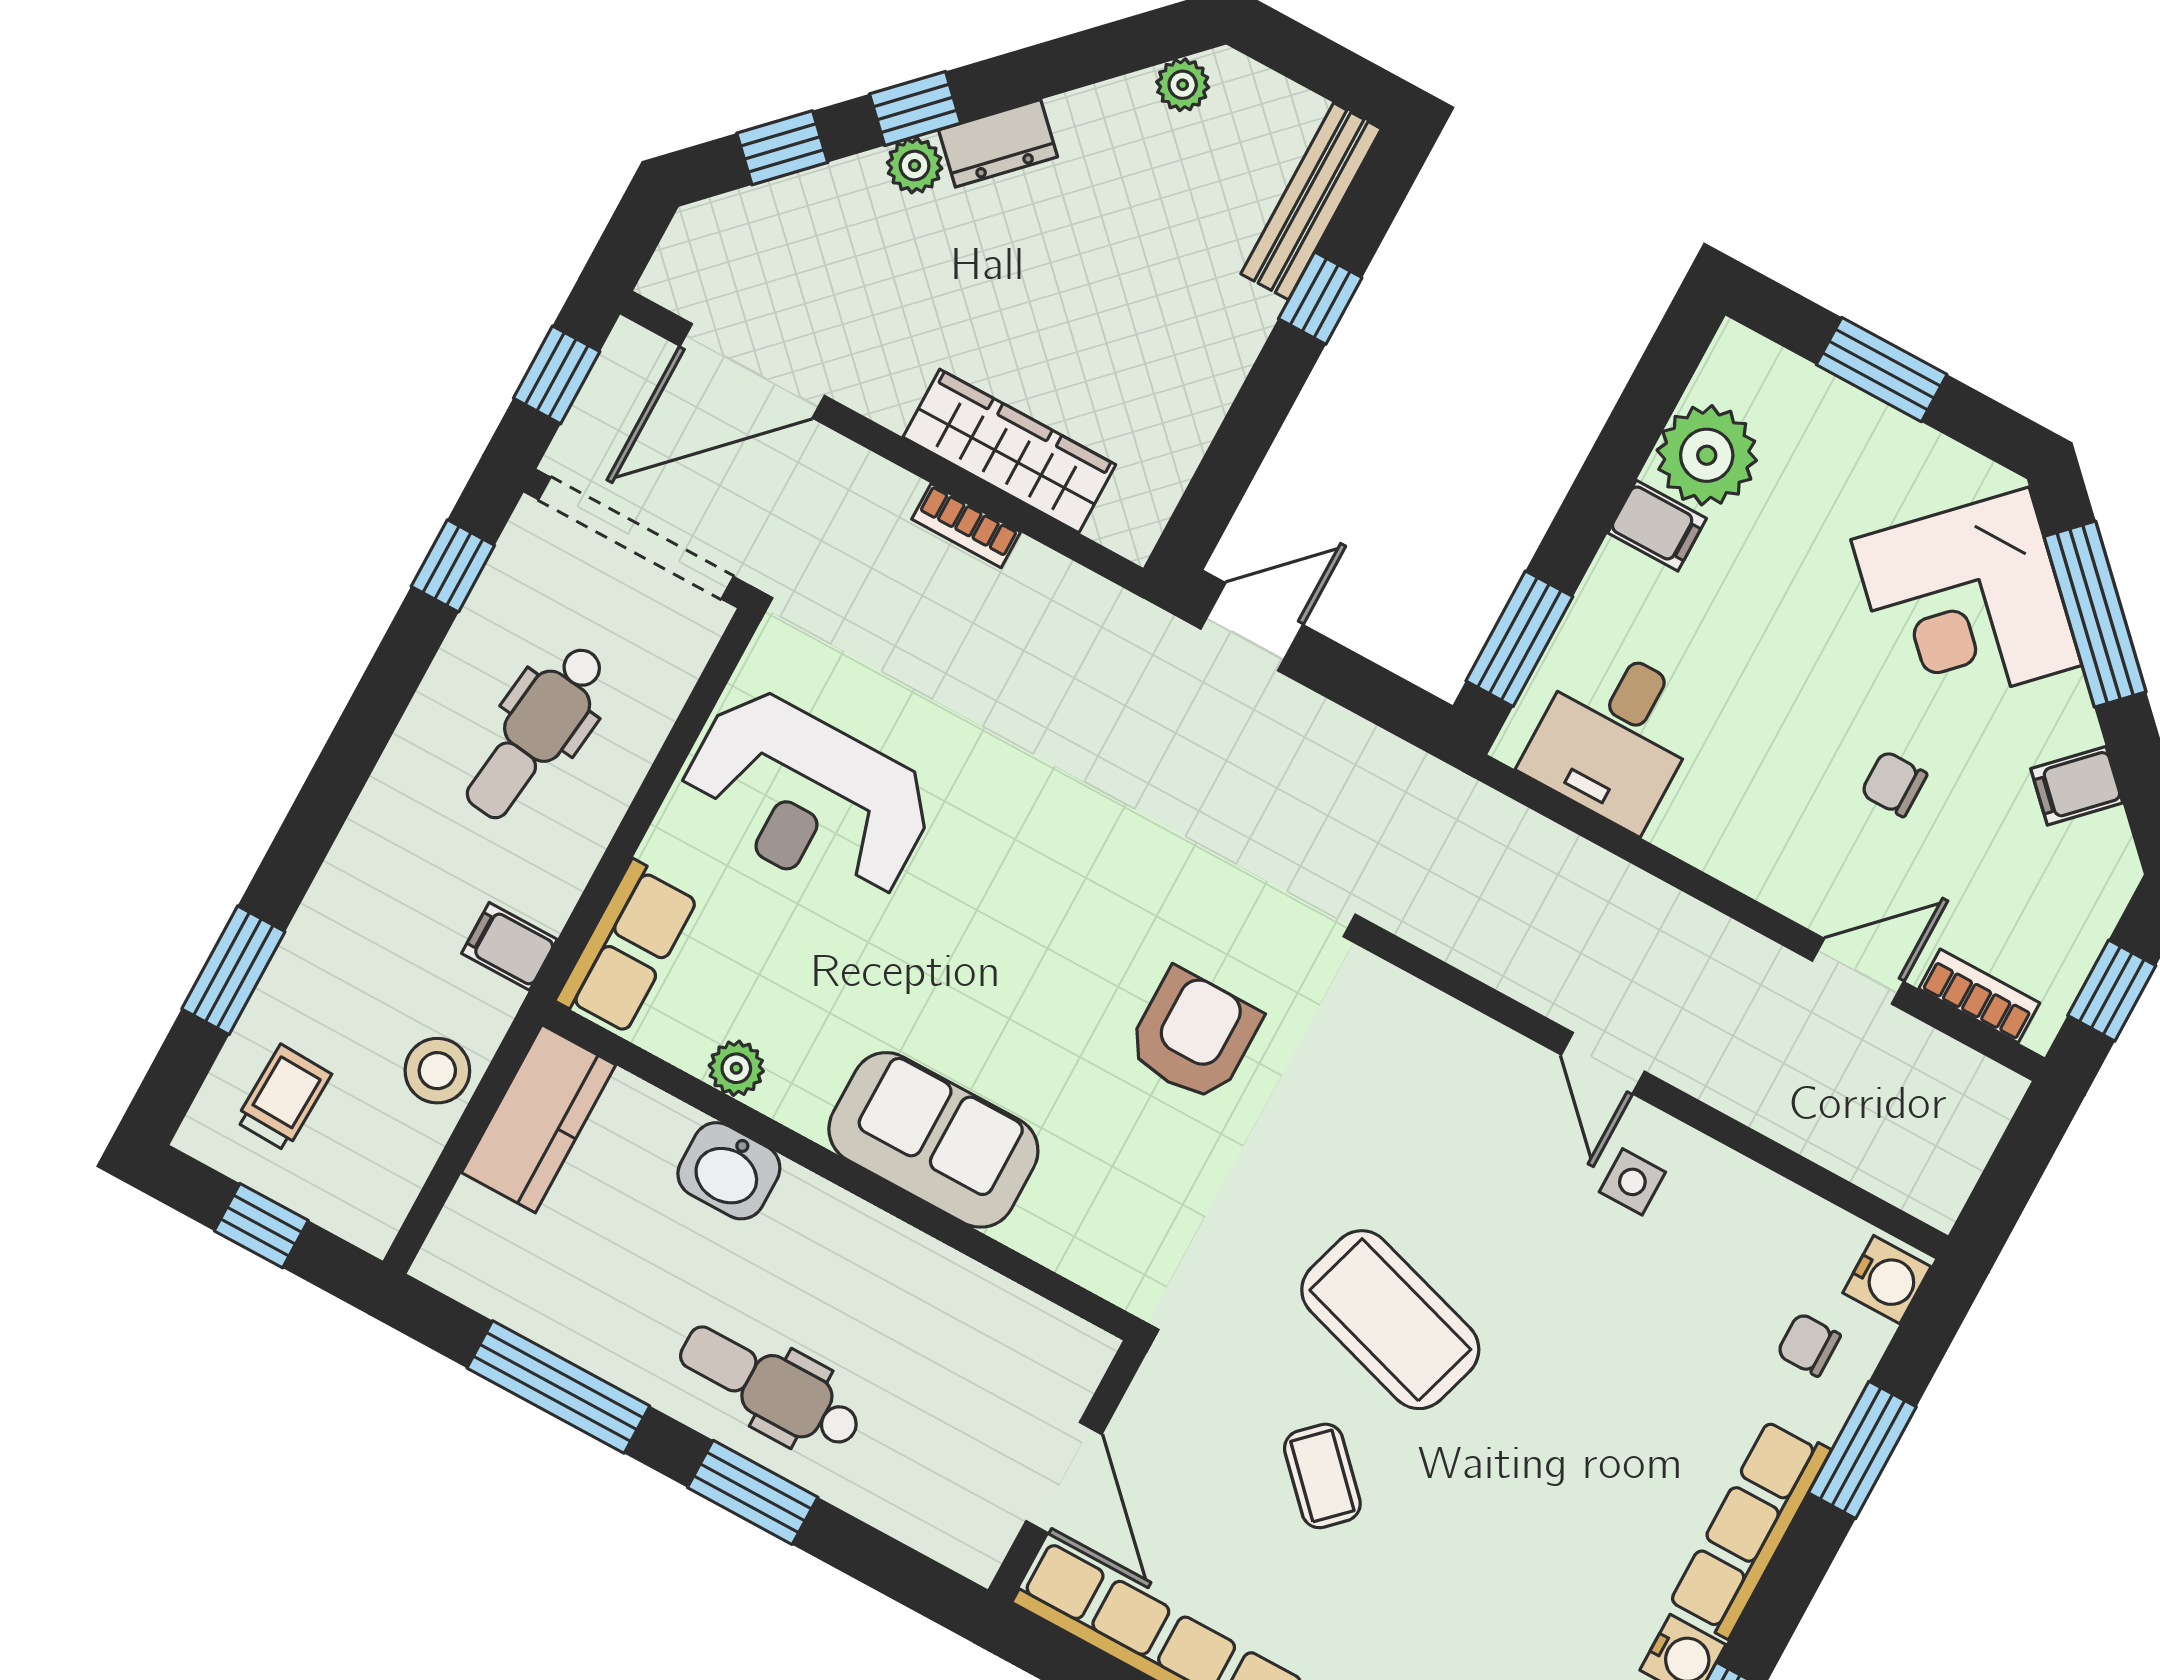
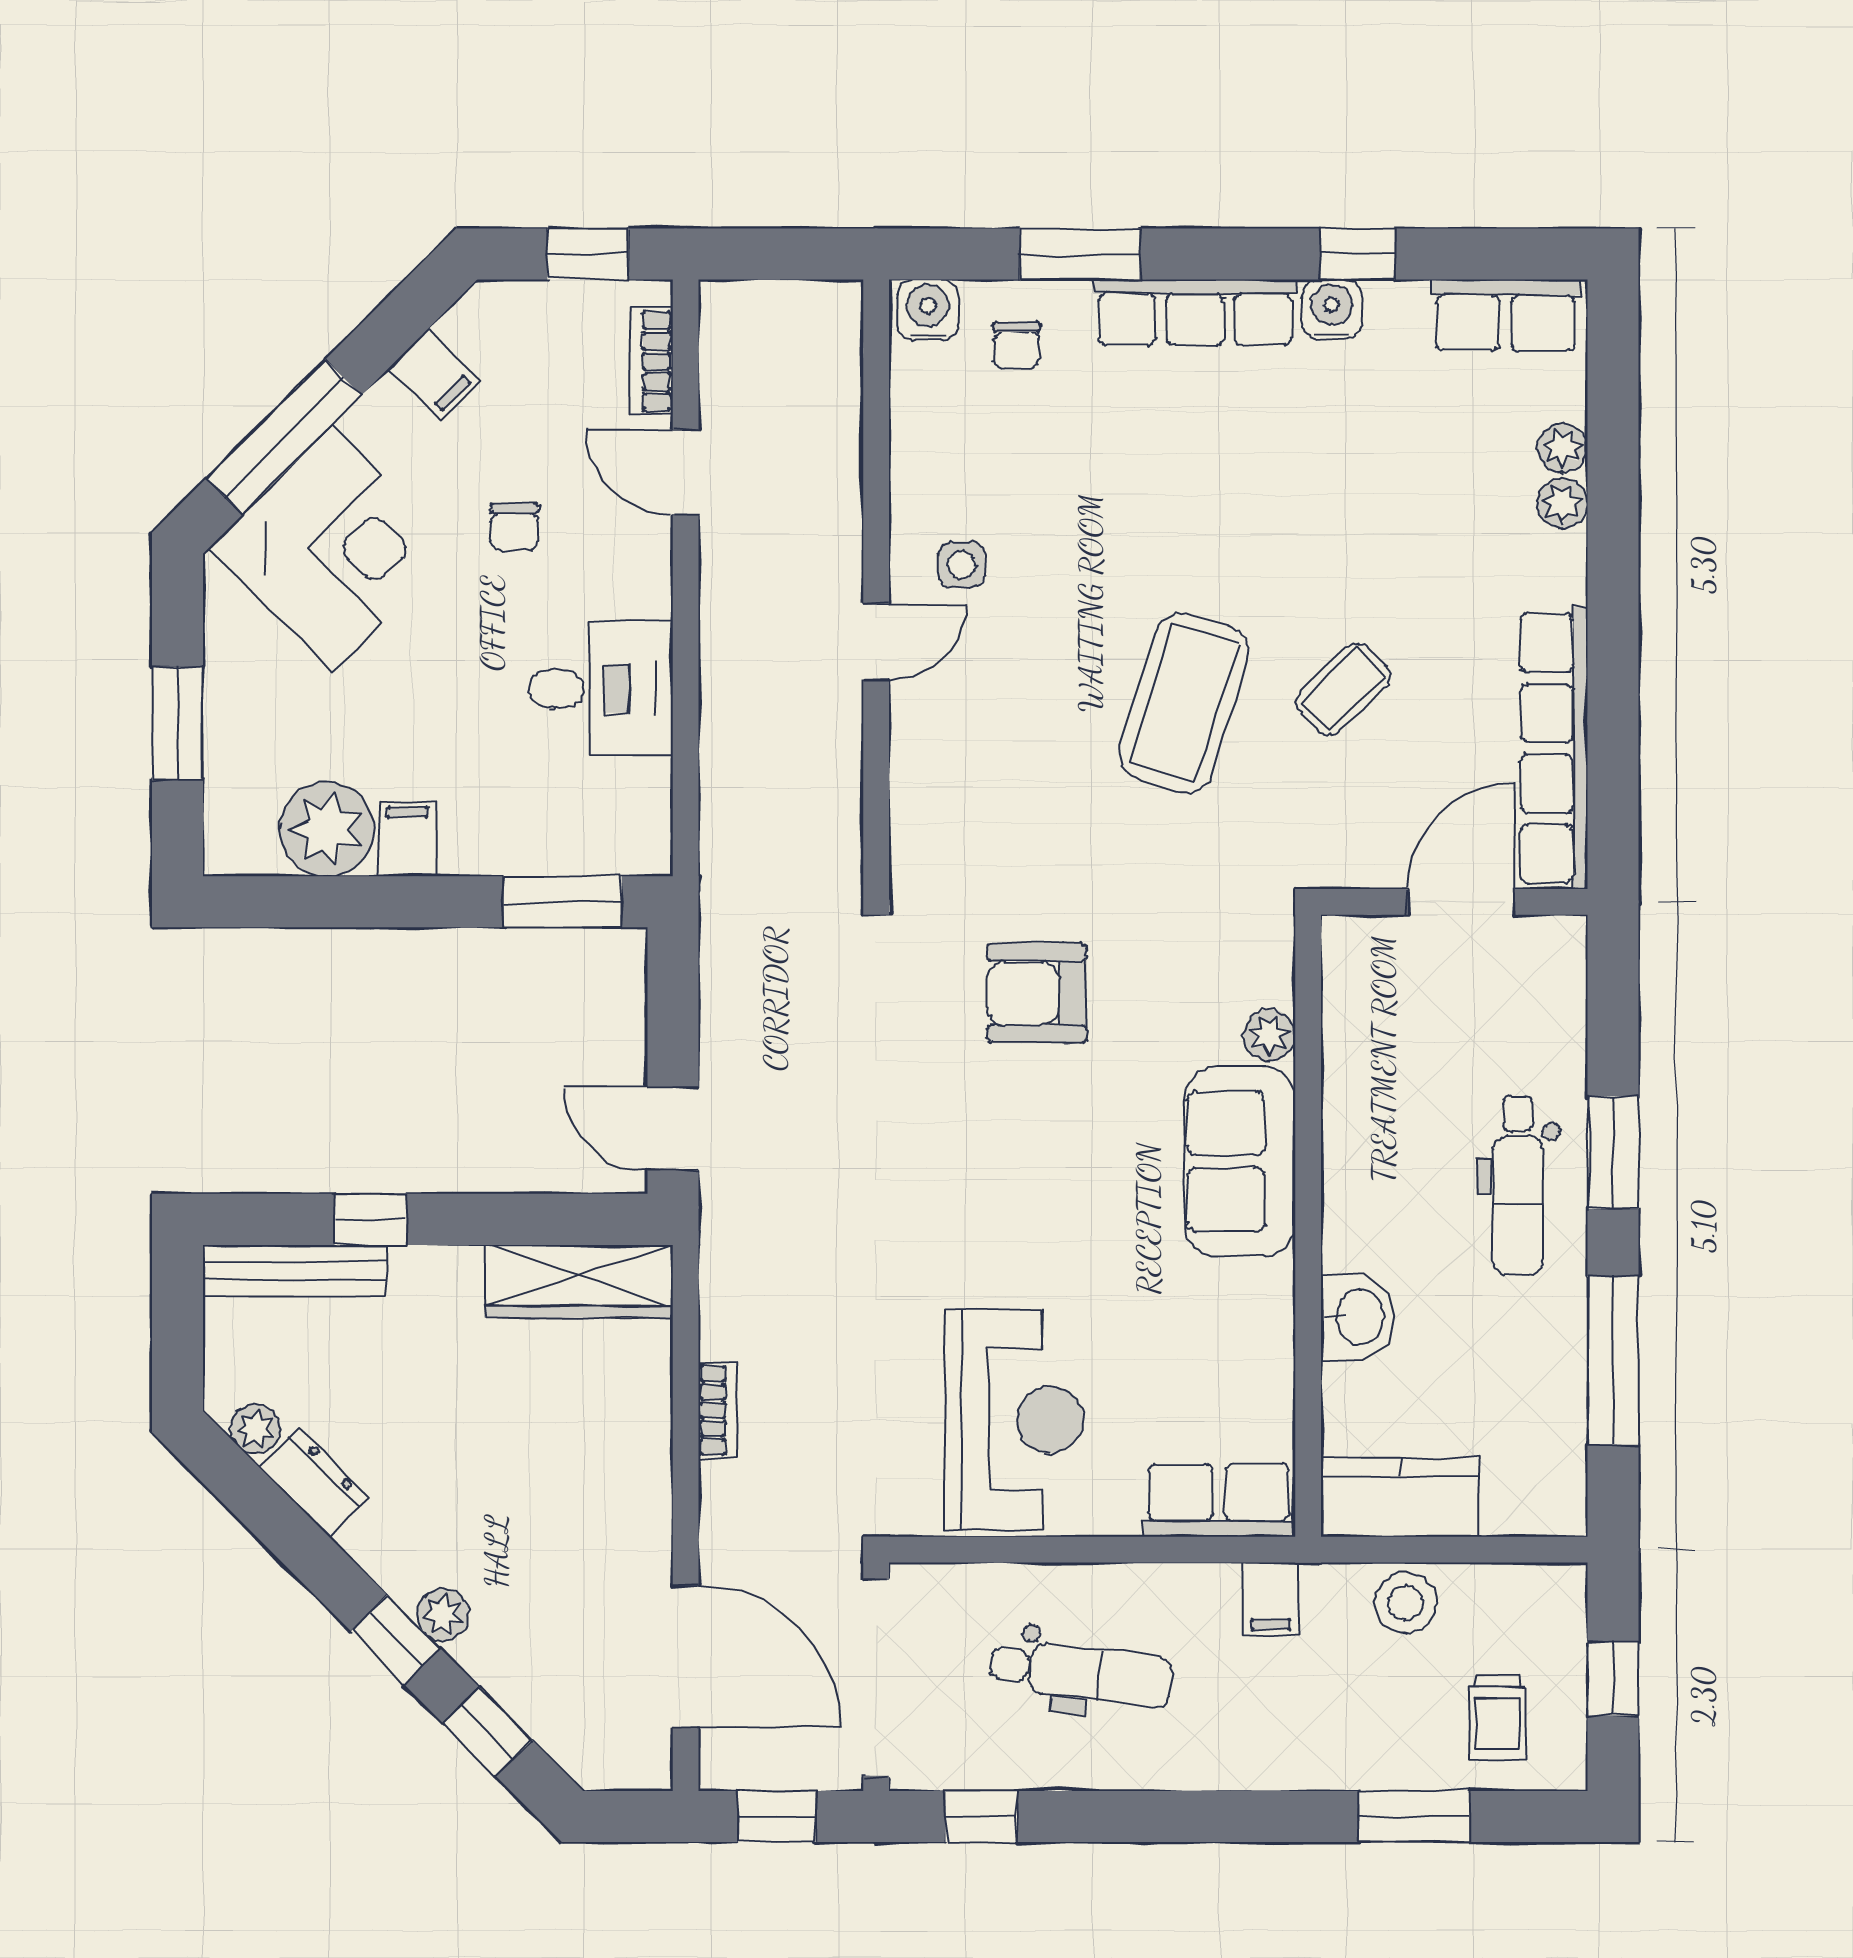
dresser: (998, 143) -> (315, 1483), moved
wardrobe: (1009, 451) -> (579, 1281), moved, turned -90
desk: (1614, 736) -> (601, 688), moved
plant: (736, 1068) -> (1270, 1035), moved
trolley: (283, 1098) -> (1497, 1718), turned -92

